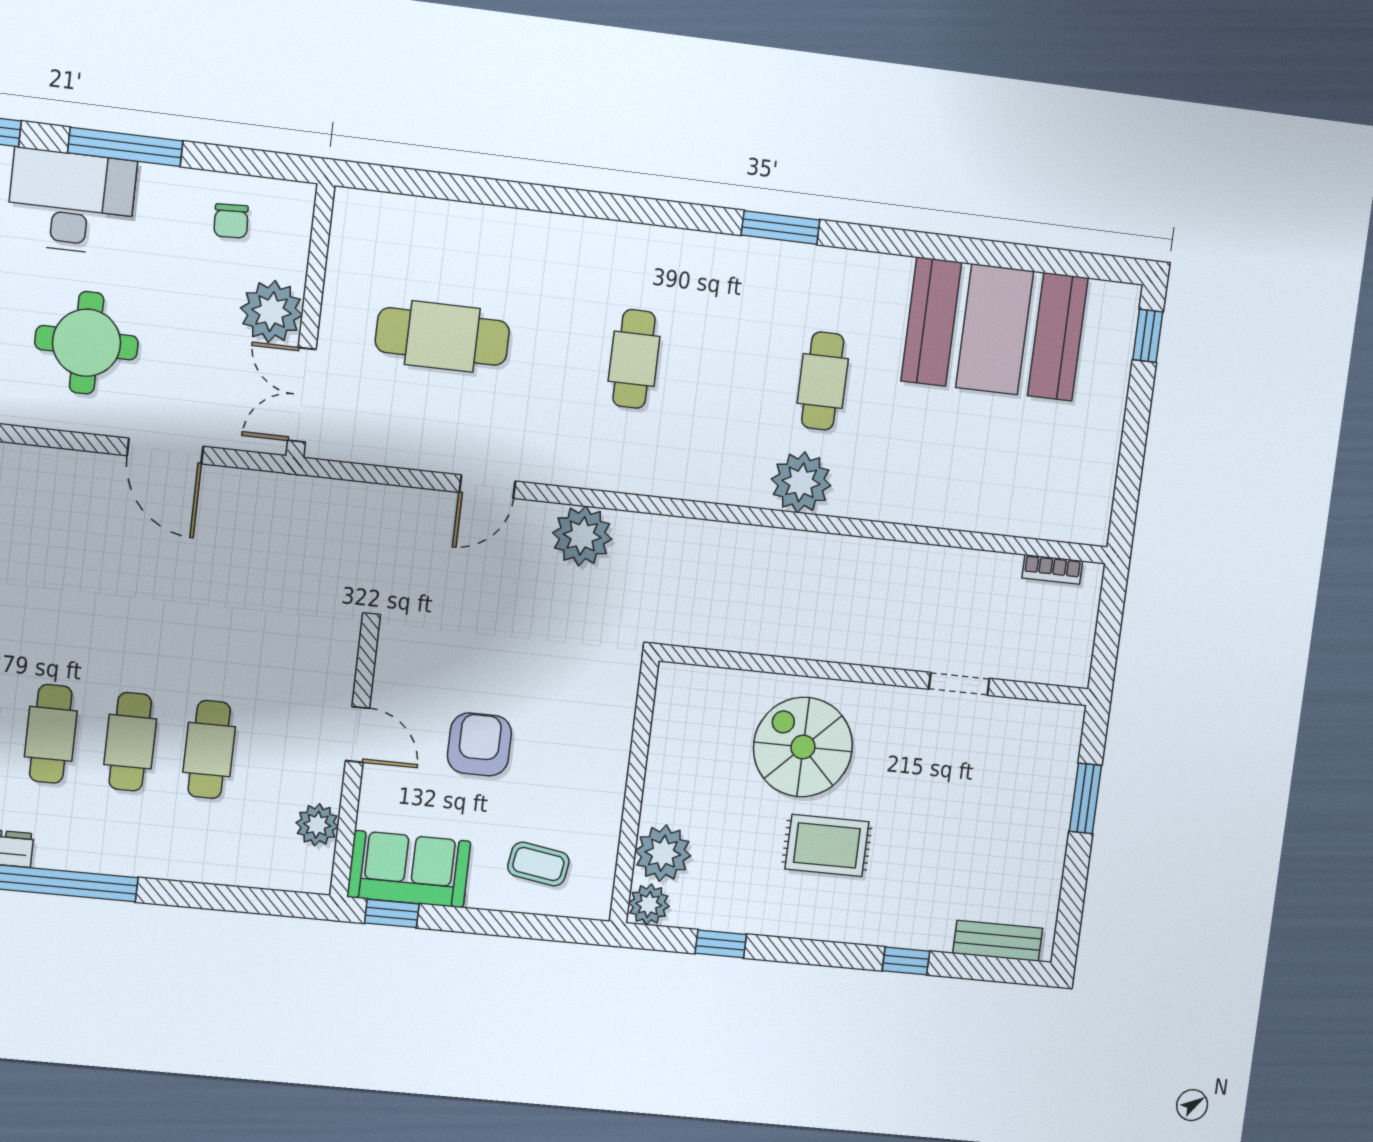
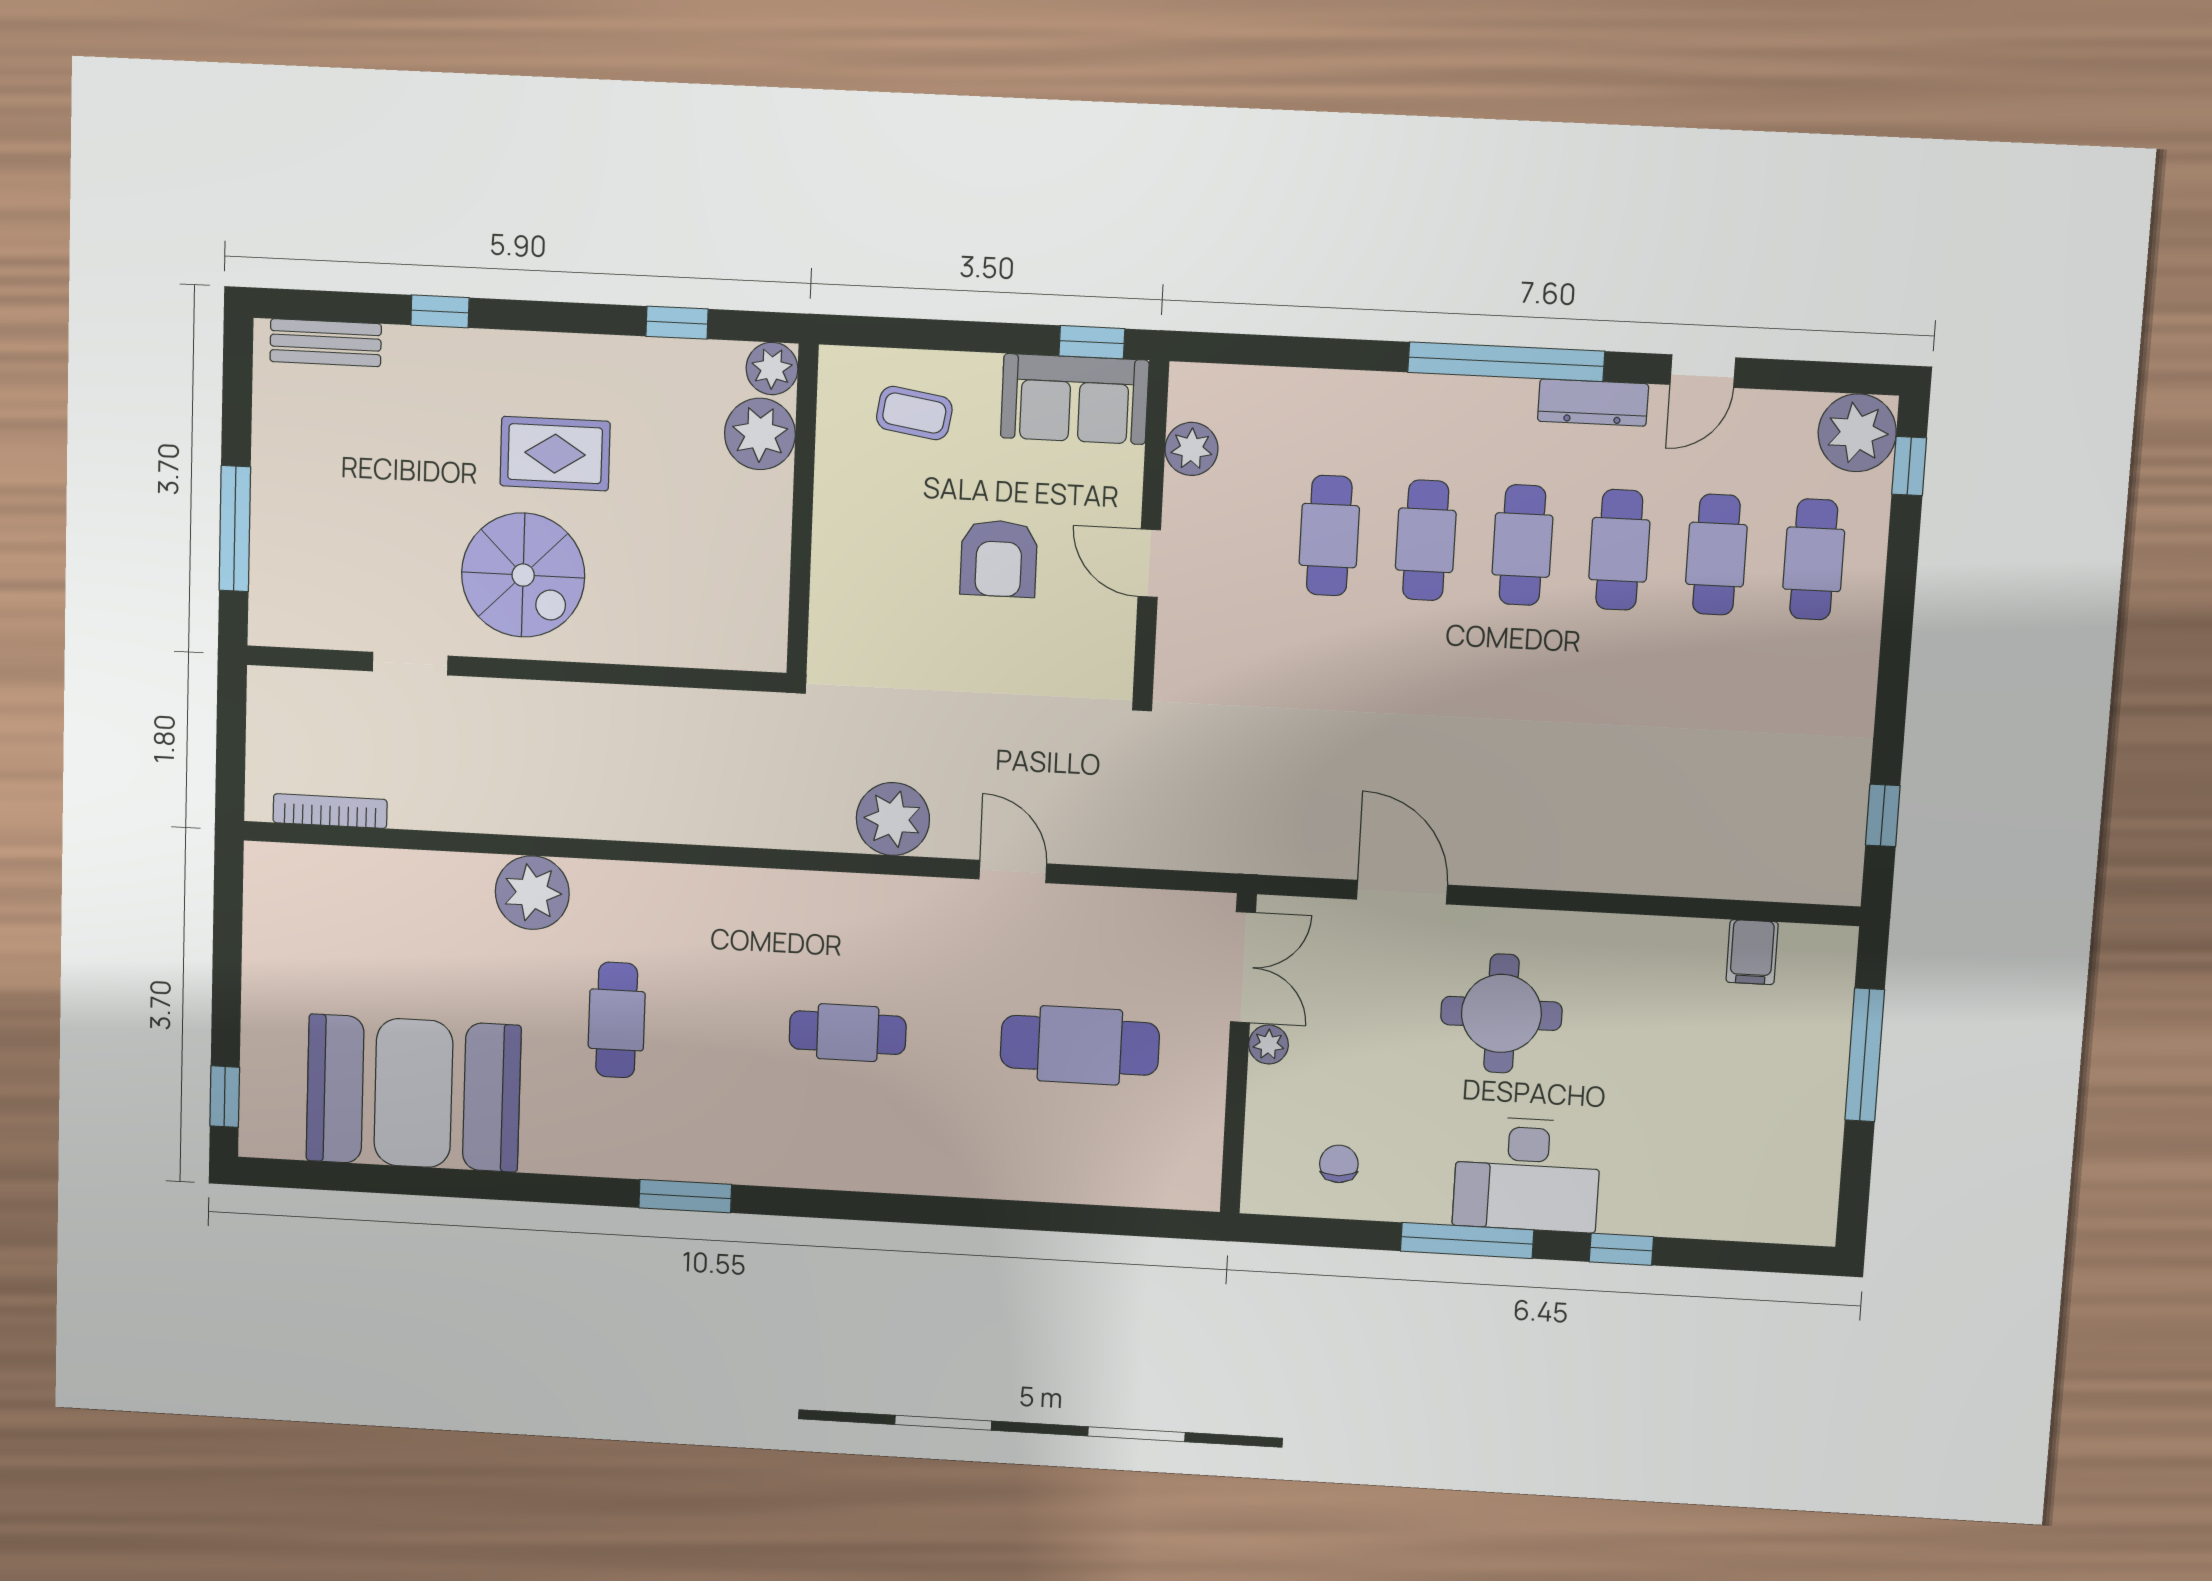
plant: (272, 312) -> (1269, 1044), width x0.53, depth x0.53
cafe table: (634, 359) -> (848, 1033), turned 90
plant: (801, 482) -> (532, 893), moved
door: (487, 487) -> (1013, 871), hinge flipped
bookcase: (1052, 569) -> (330, 811), width x1.56
spiral stairs: (803, 747) -> (523, 575), moved
window: (1085, 798) -> (235, 529), width x1.44

